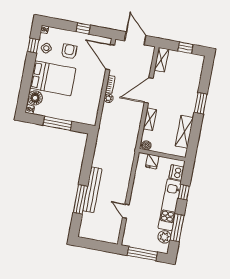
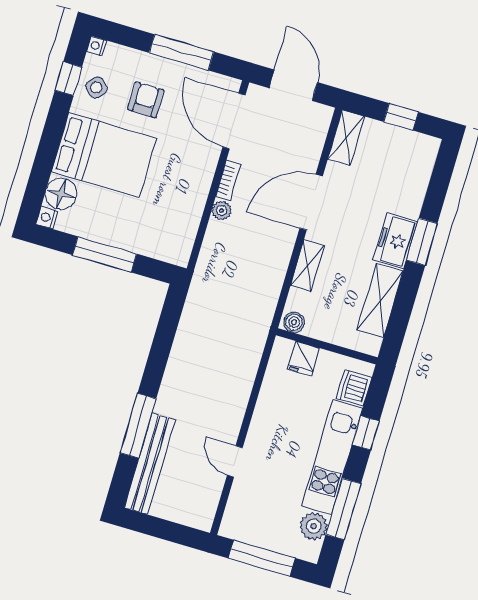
window: (83, 28) -> (182, 52), width x2.17
freezer: (188, 104) -> (395, 241), added
bench: (92, 190) -> (150, 464), moved

